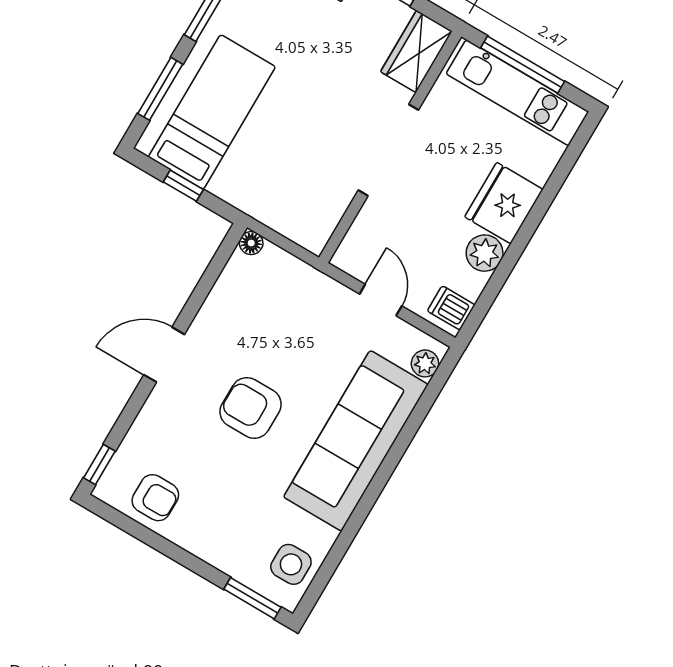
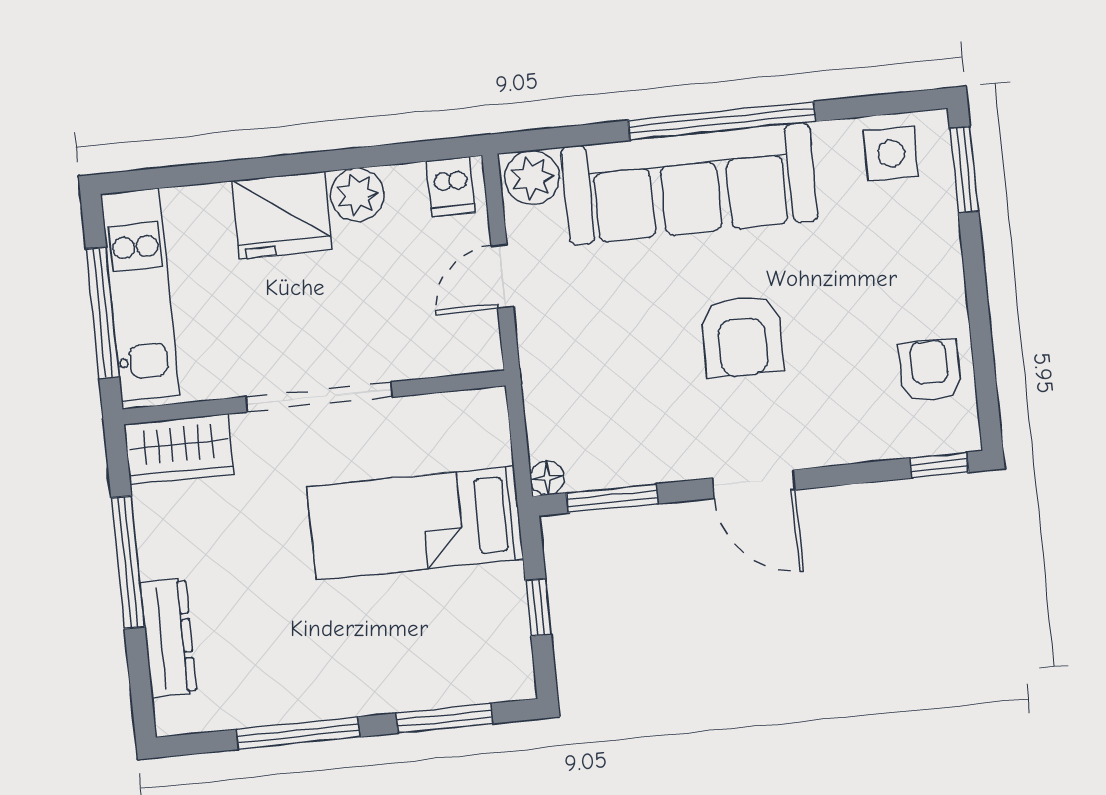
bed: (212, 112) -> (415, 523), moved
window: (214, 271) -> (612, 498), added
plant: (425, 363) -> (532, 177), width x1.38, depth x1.38
window: (377, 484) -> (722, 121), added

